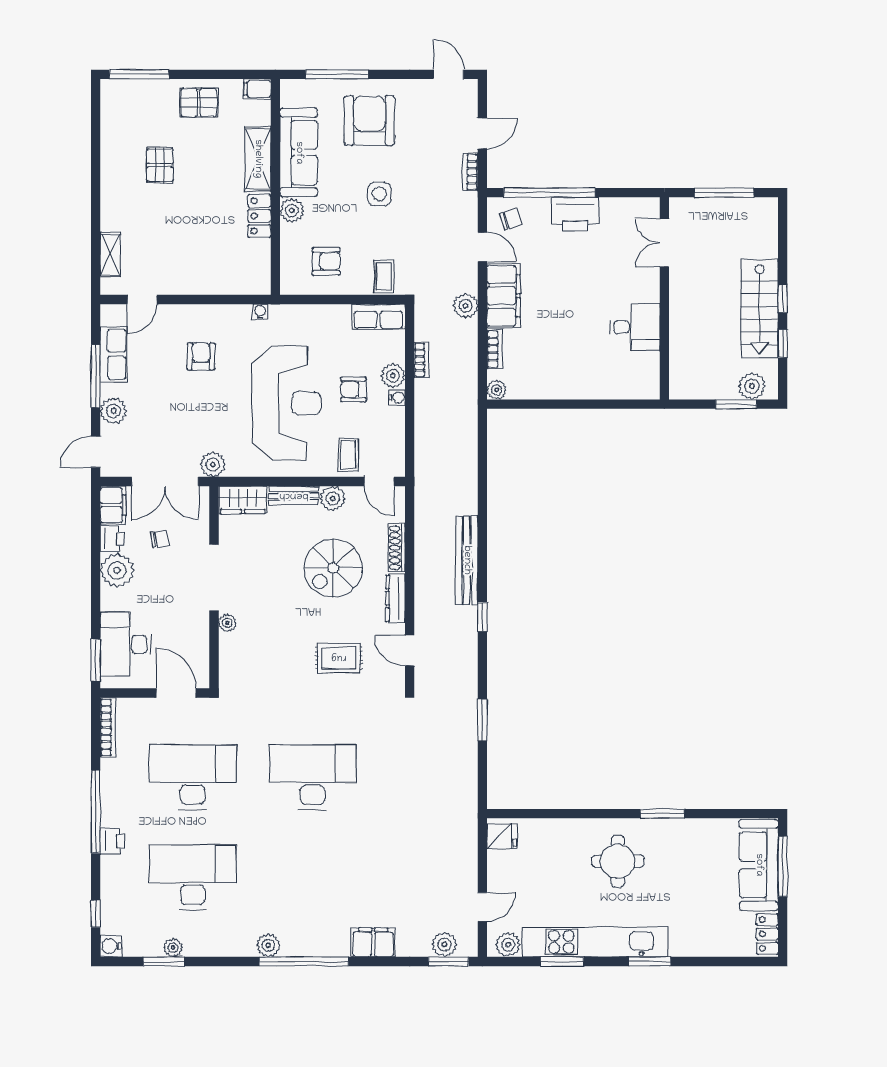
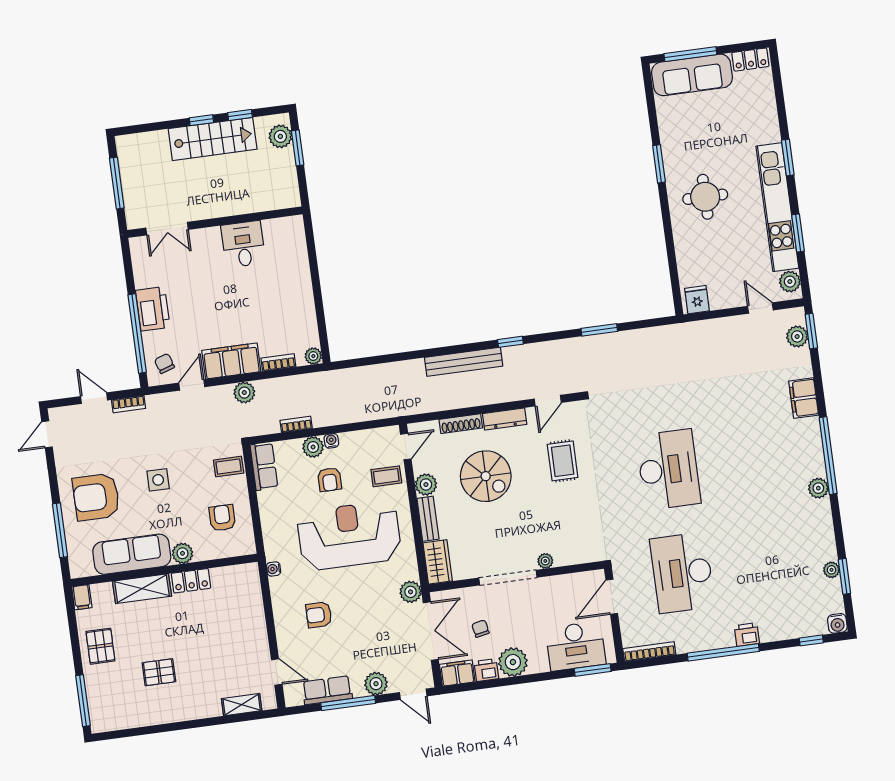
desk: (313, 777) -> (668, 470), turned 180
desk: (193, 877) -> (769, 561), removed

